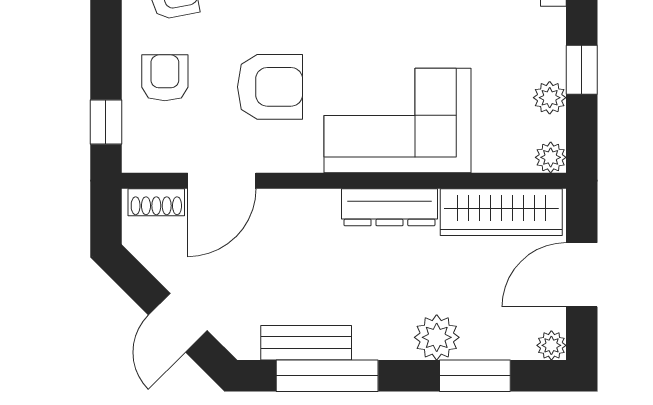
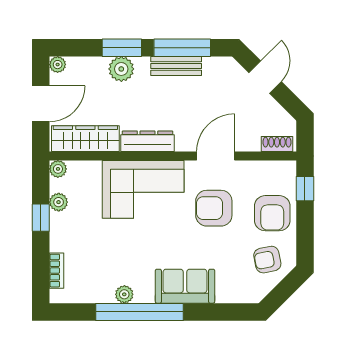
armchair: (165, 78) -> (272, 213), width x1.38, depth x1.38
door: (222, 181) -> (216, 156), moved
bench: (306, 343) -> (176, 66), moved
window: (475, 376) -> (122, 48), moved

